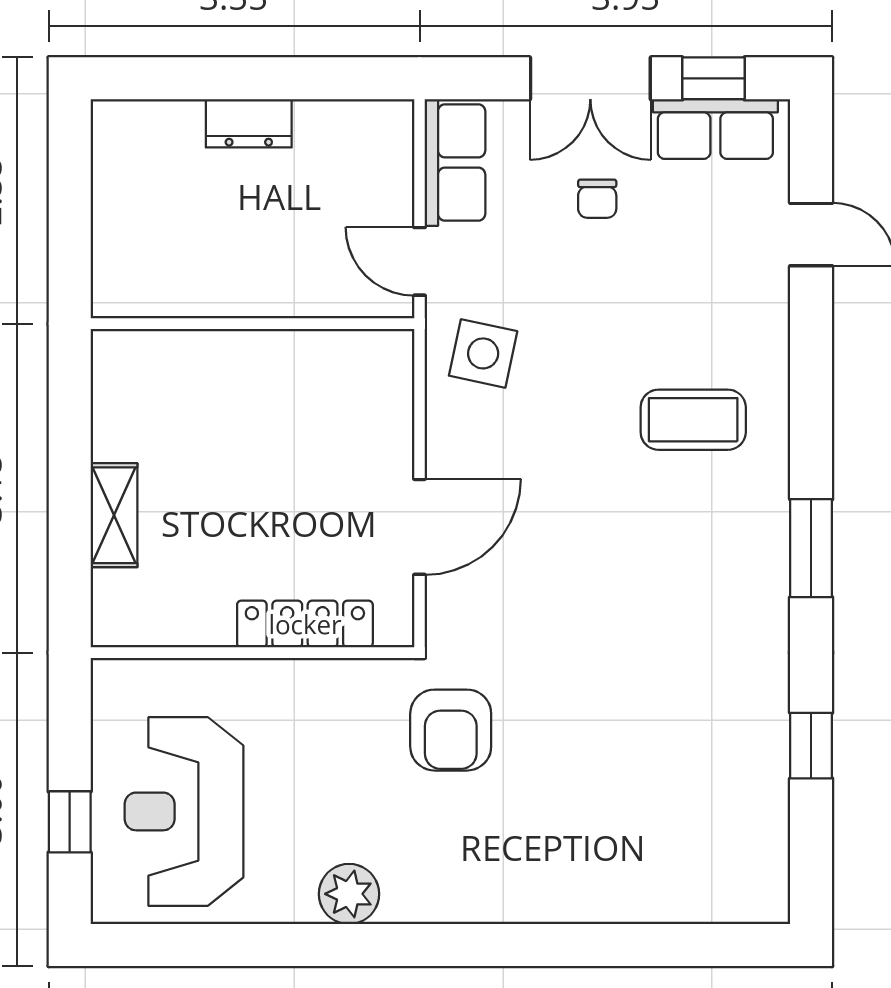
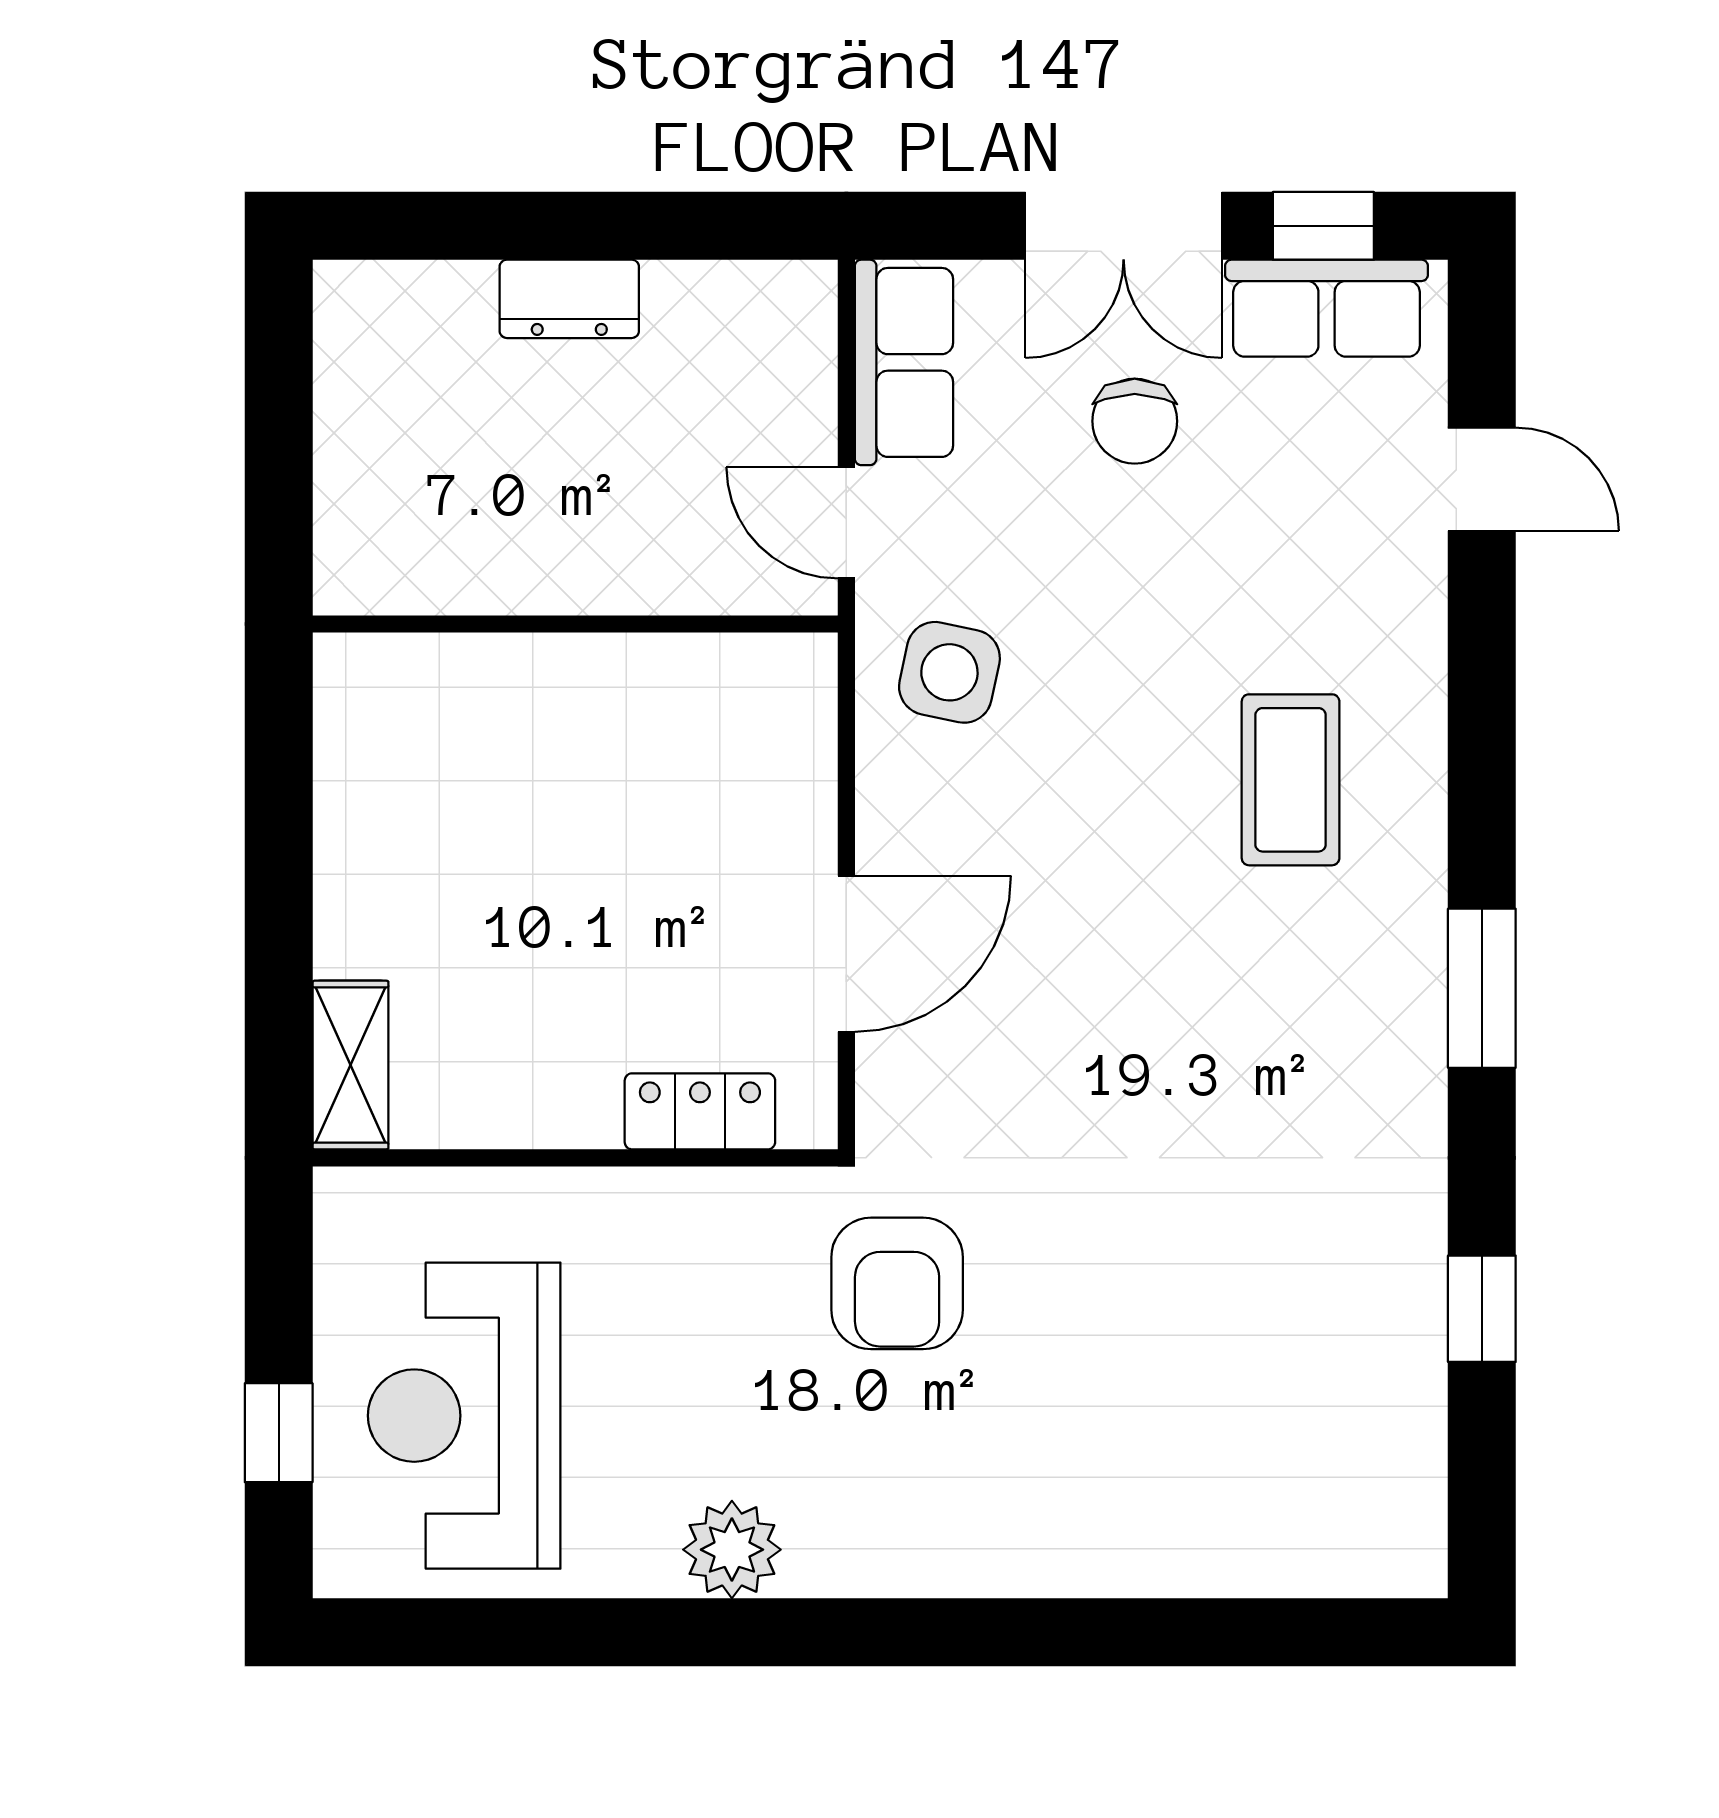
chair: (597, 199) -> (1135, 421), width x1.37, depth x1.37
coffee table: (693, 420) -> (1291, 780), turned 90
shelving: (114, 515) -> (350, 1065), moved
locker: (305, 624) -> (700, 1111), width x0.66

